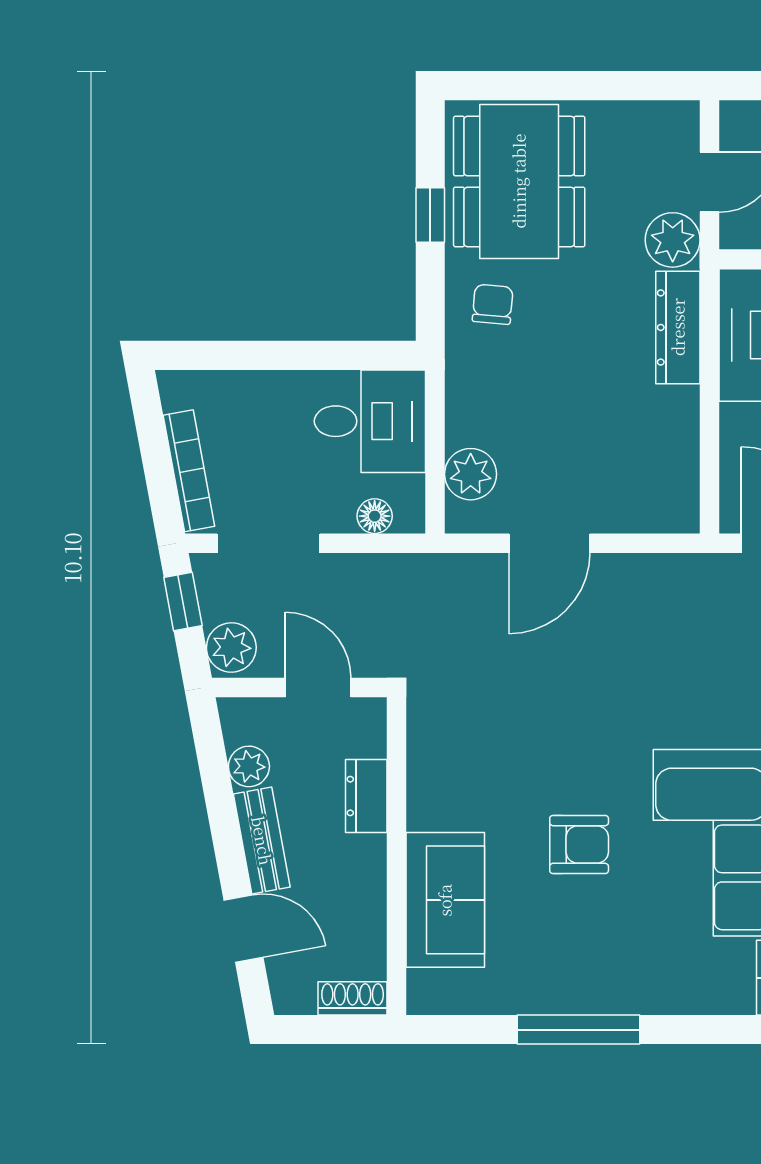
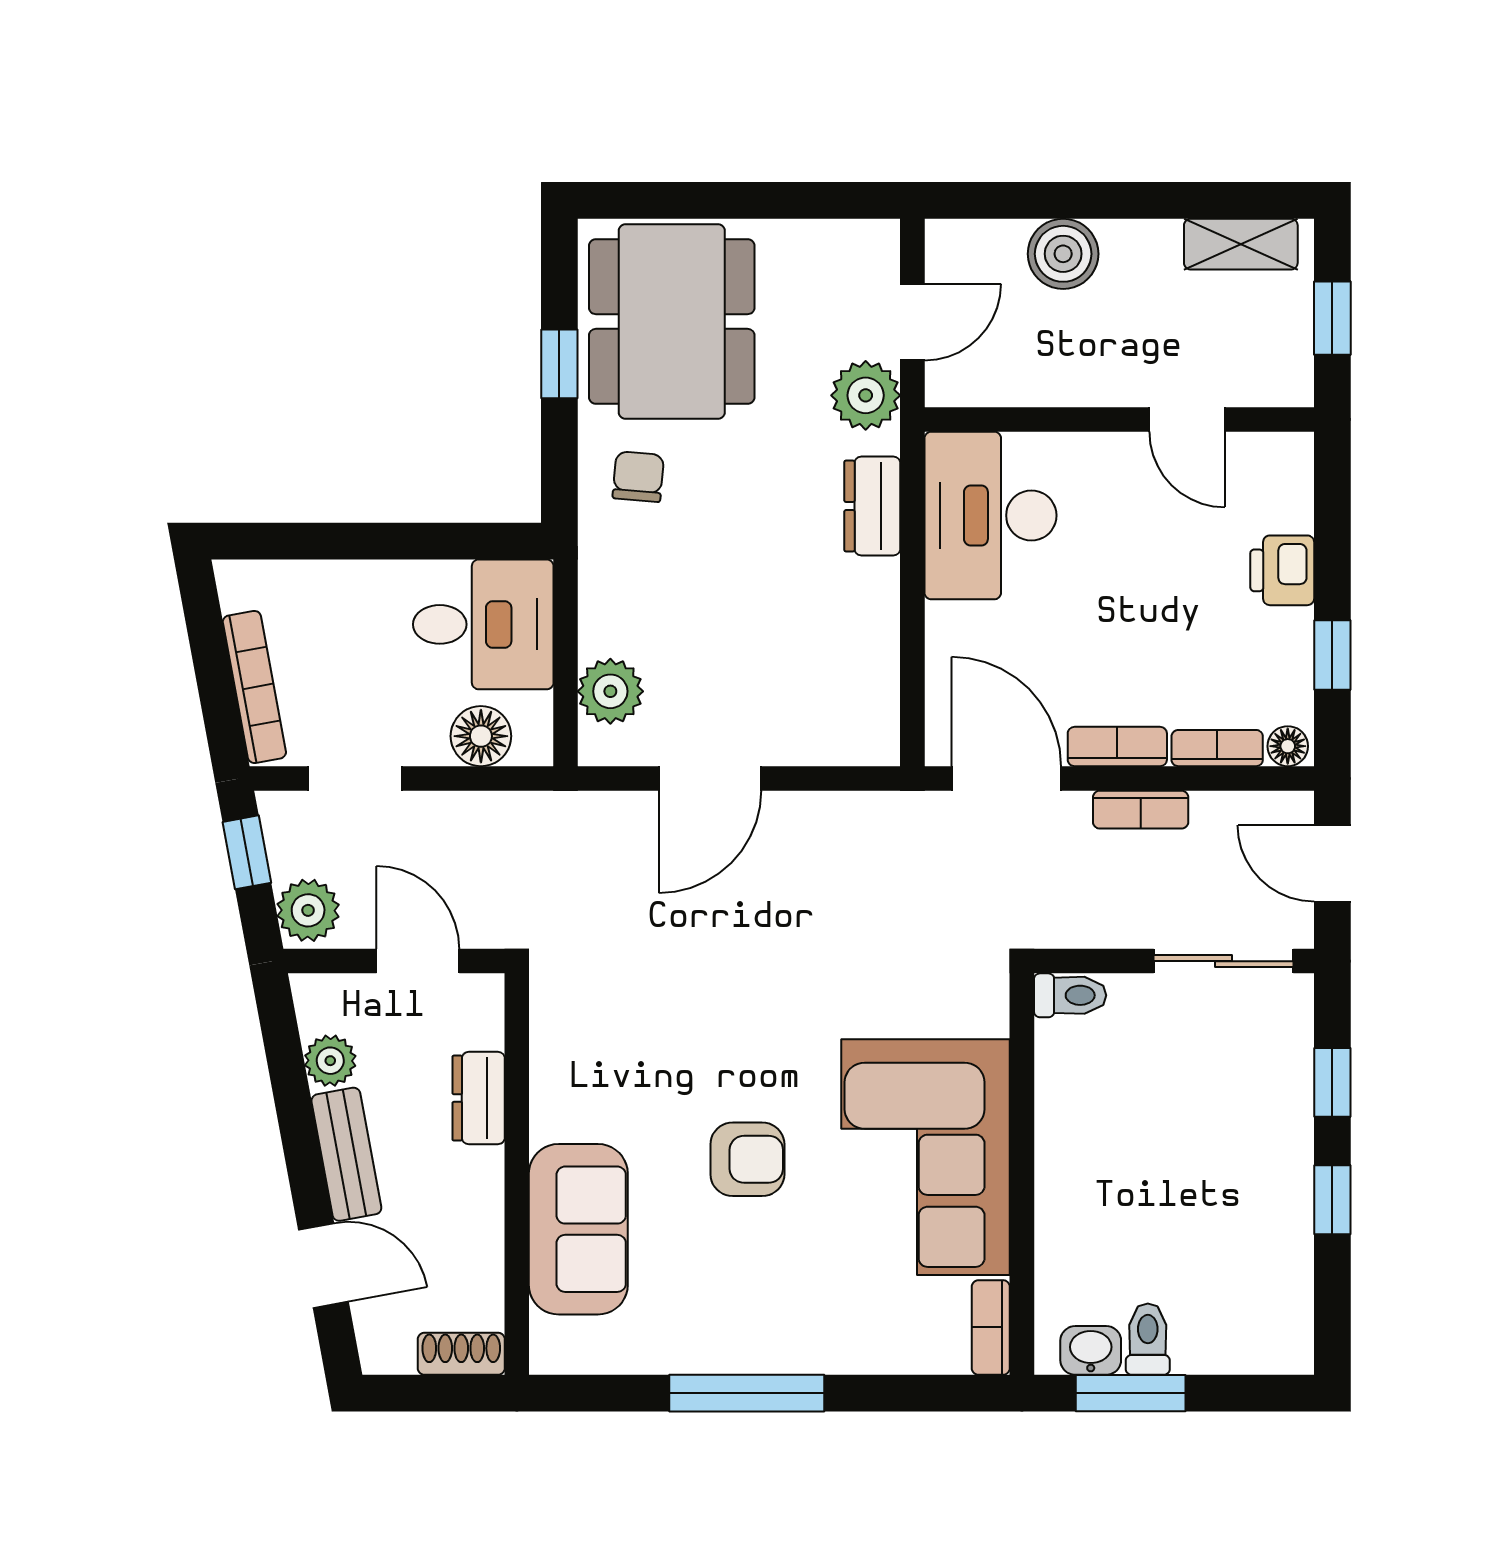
dresser: (678, 327) -> (872, 506), width x0.70
floor lamp: (375, 516) -> (481, 736), width x1.37, depth x1.37
doorway: (269, 543) -> (355, 778), width x0.73

